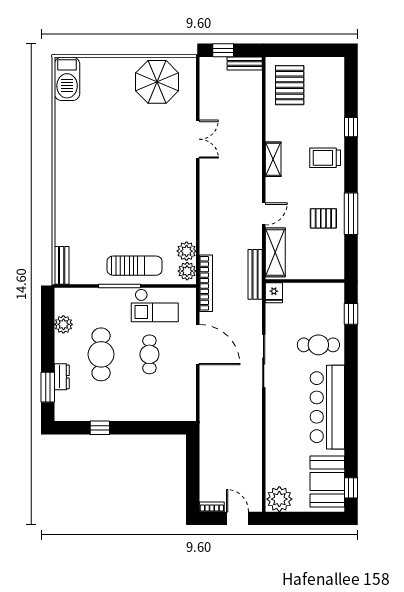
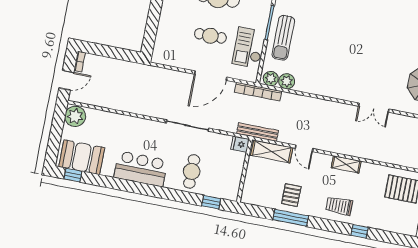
trolley: (325, 158) -> (339, 206), turned -90
bar counter: (327, 407) -> (141, 169), width x0.73

